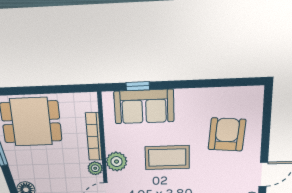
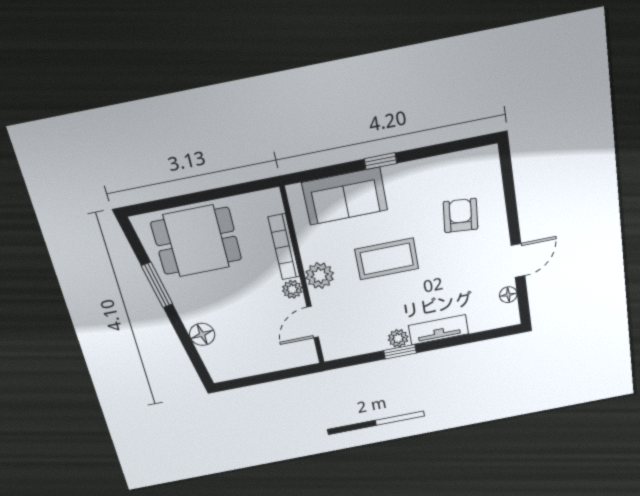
window: (138, 86) -> (380, 161), moved
armchair: (227, 134) -> (461, 215), width x0.72, depth x0.72

